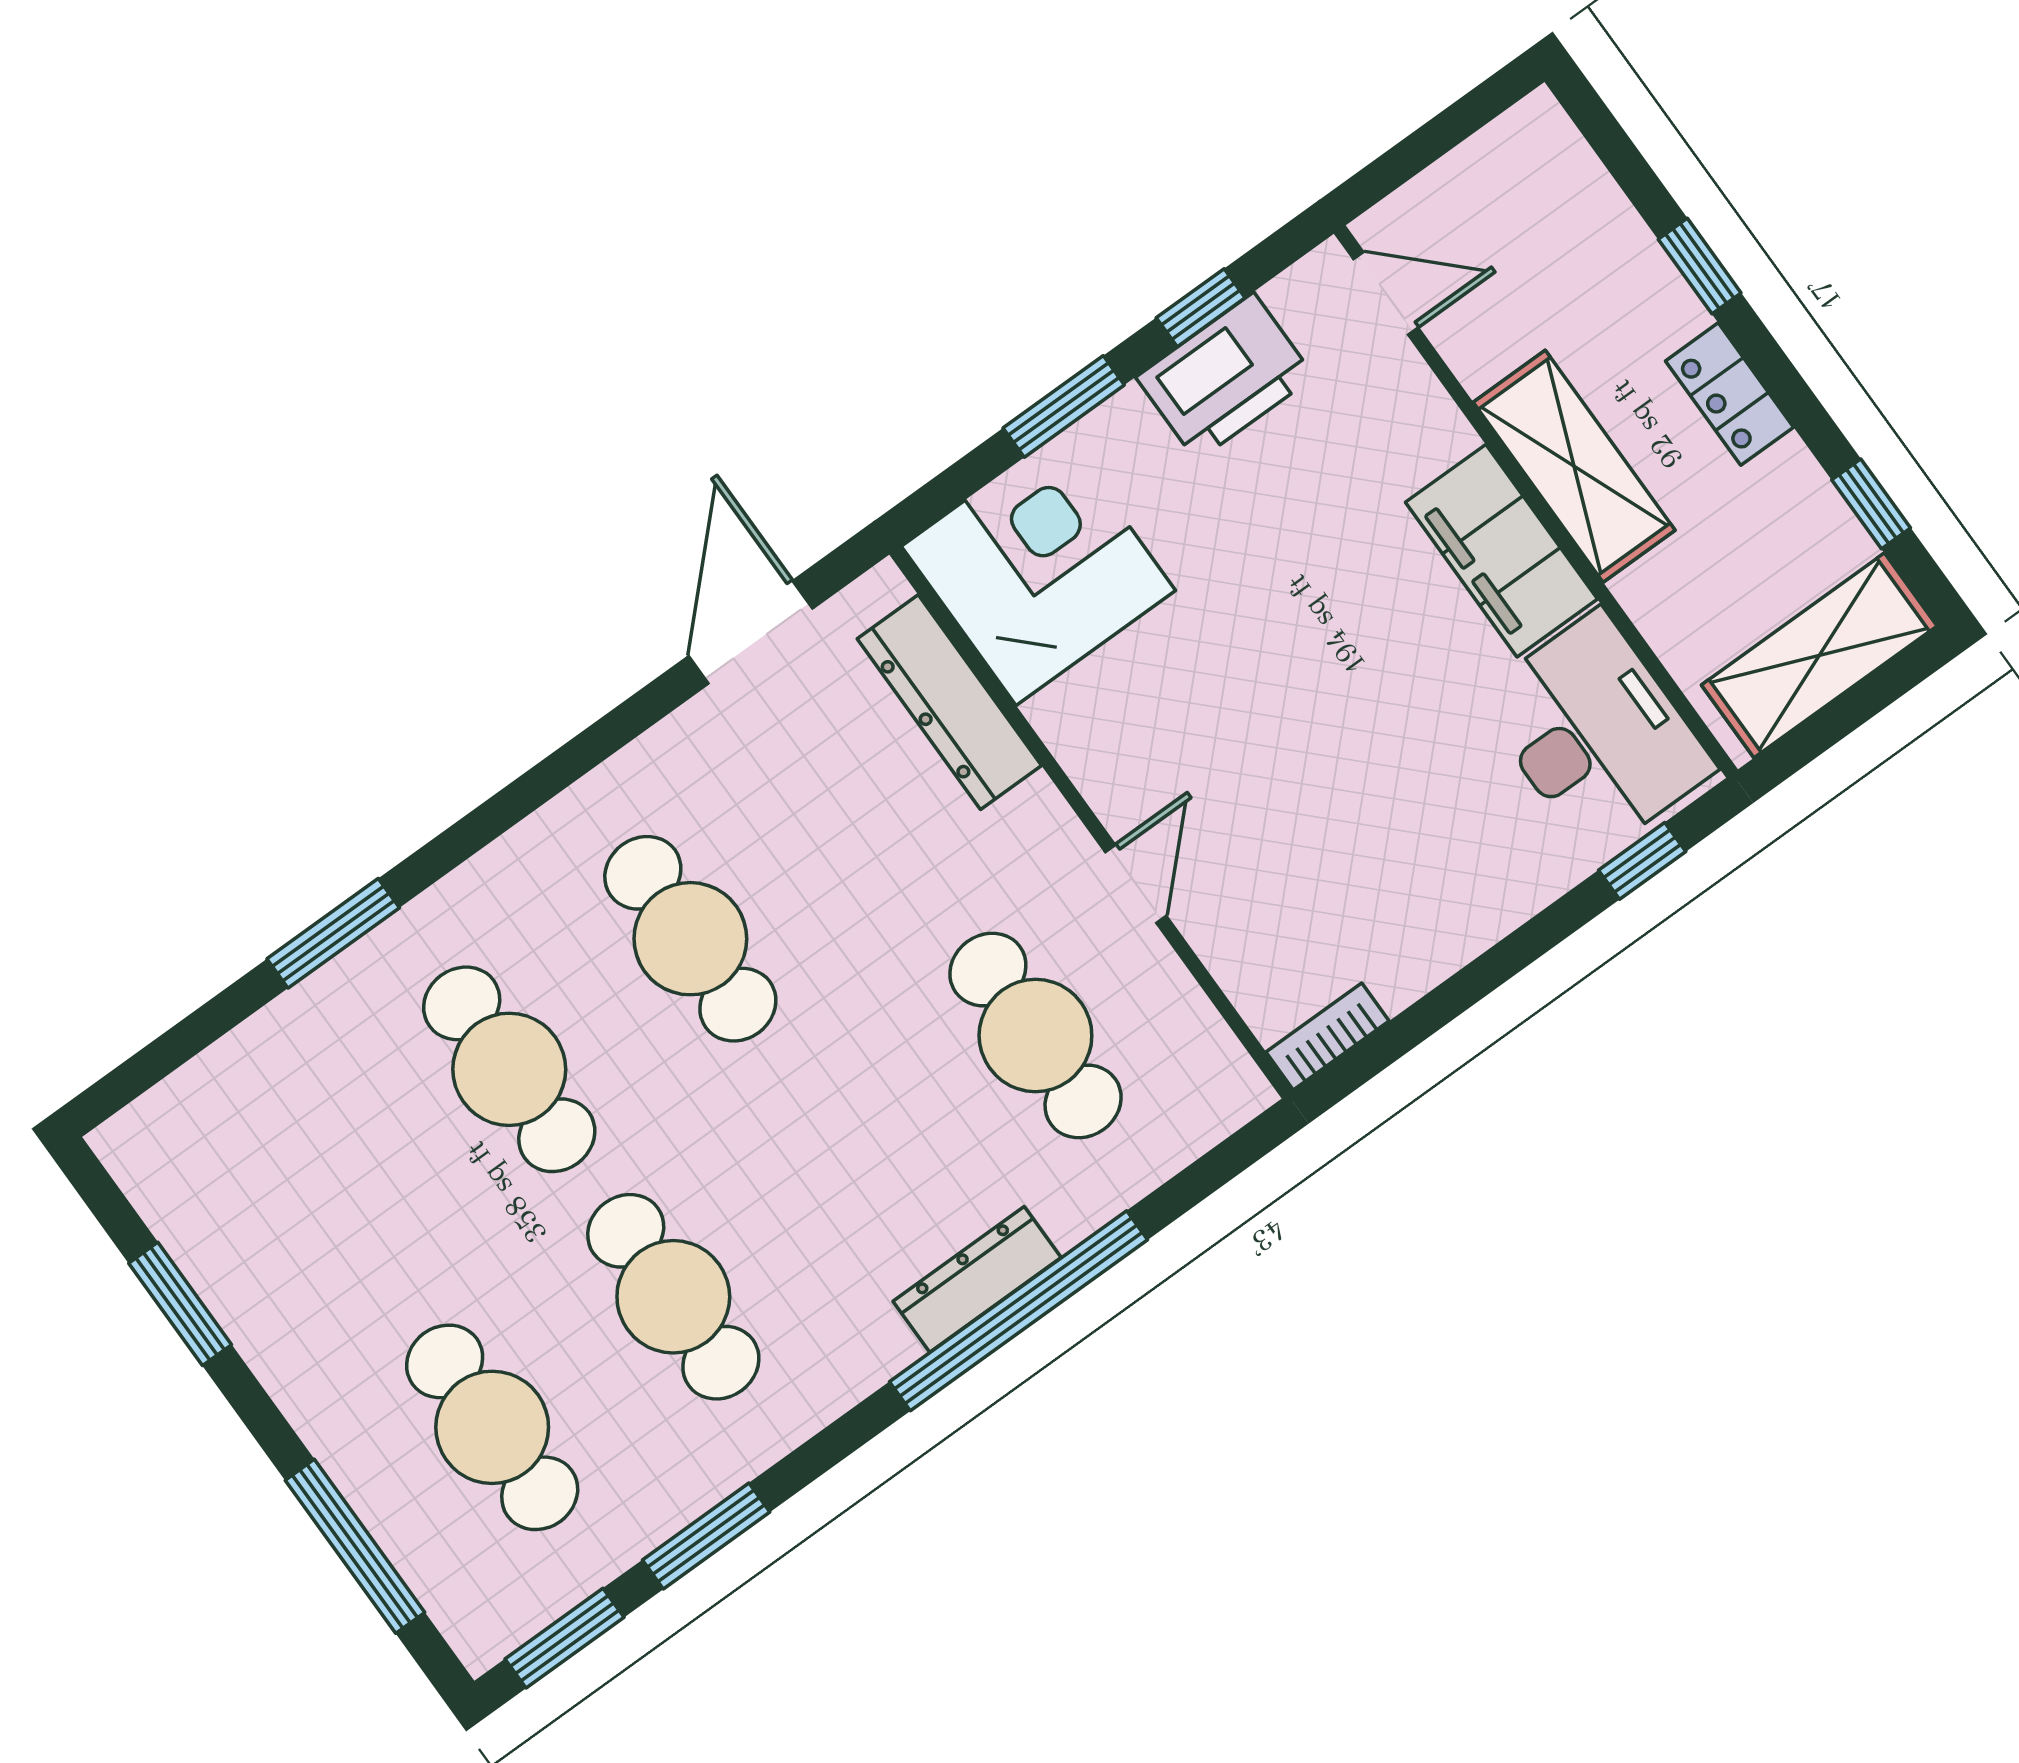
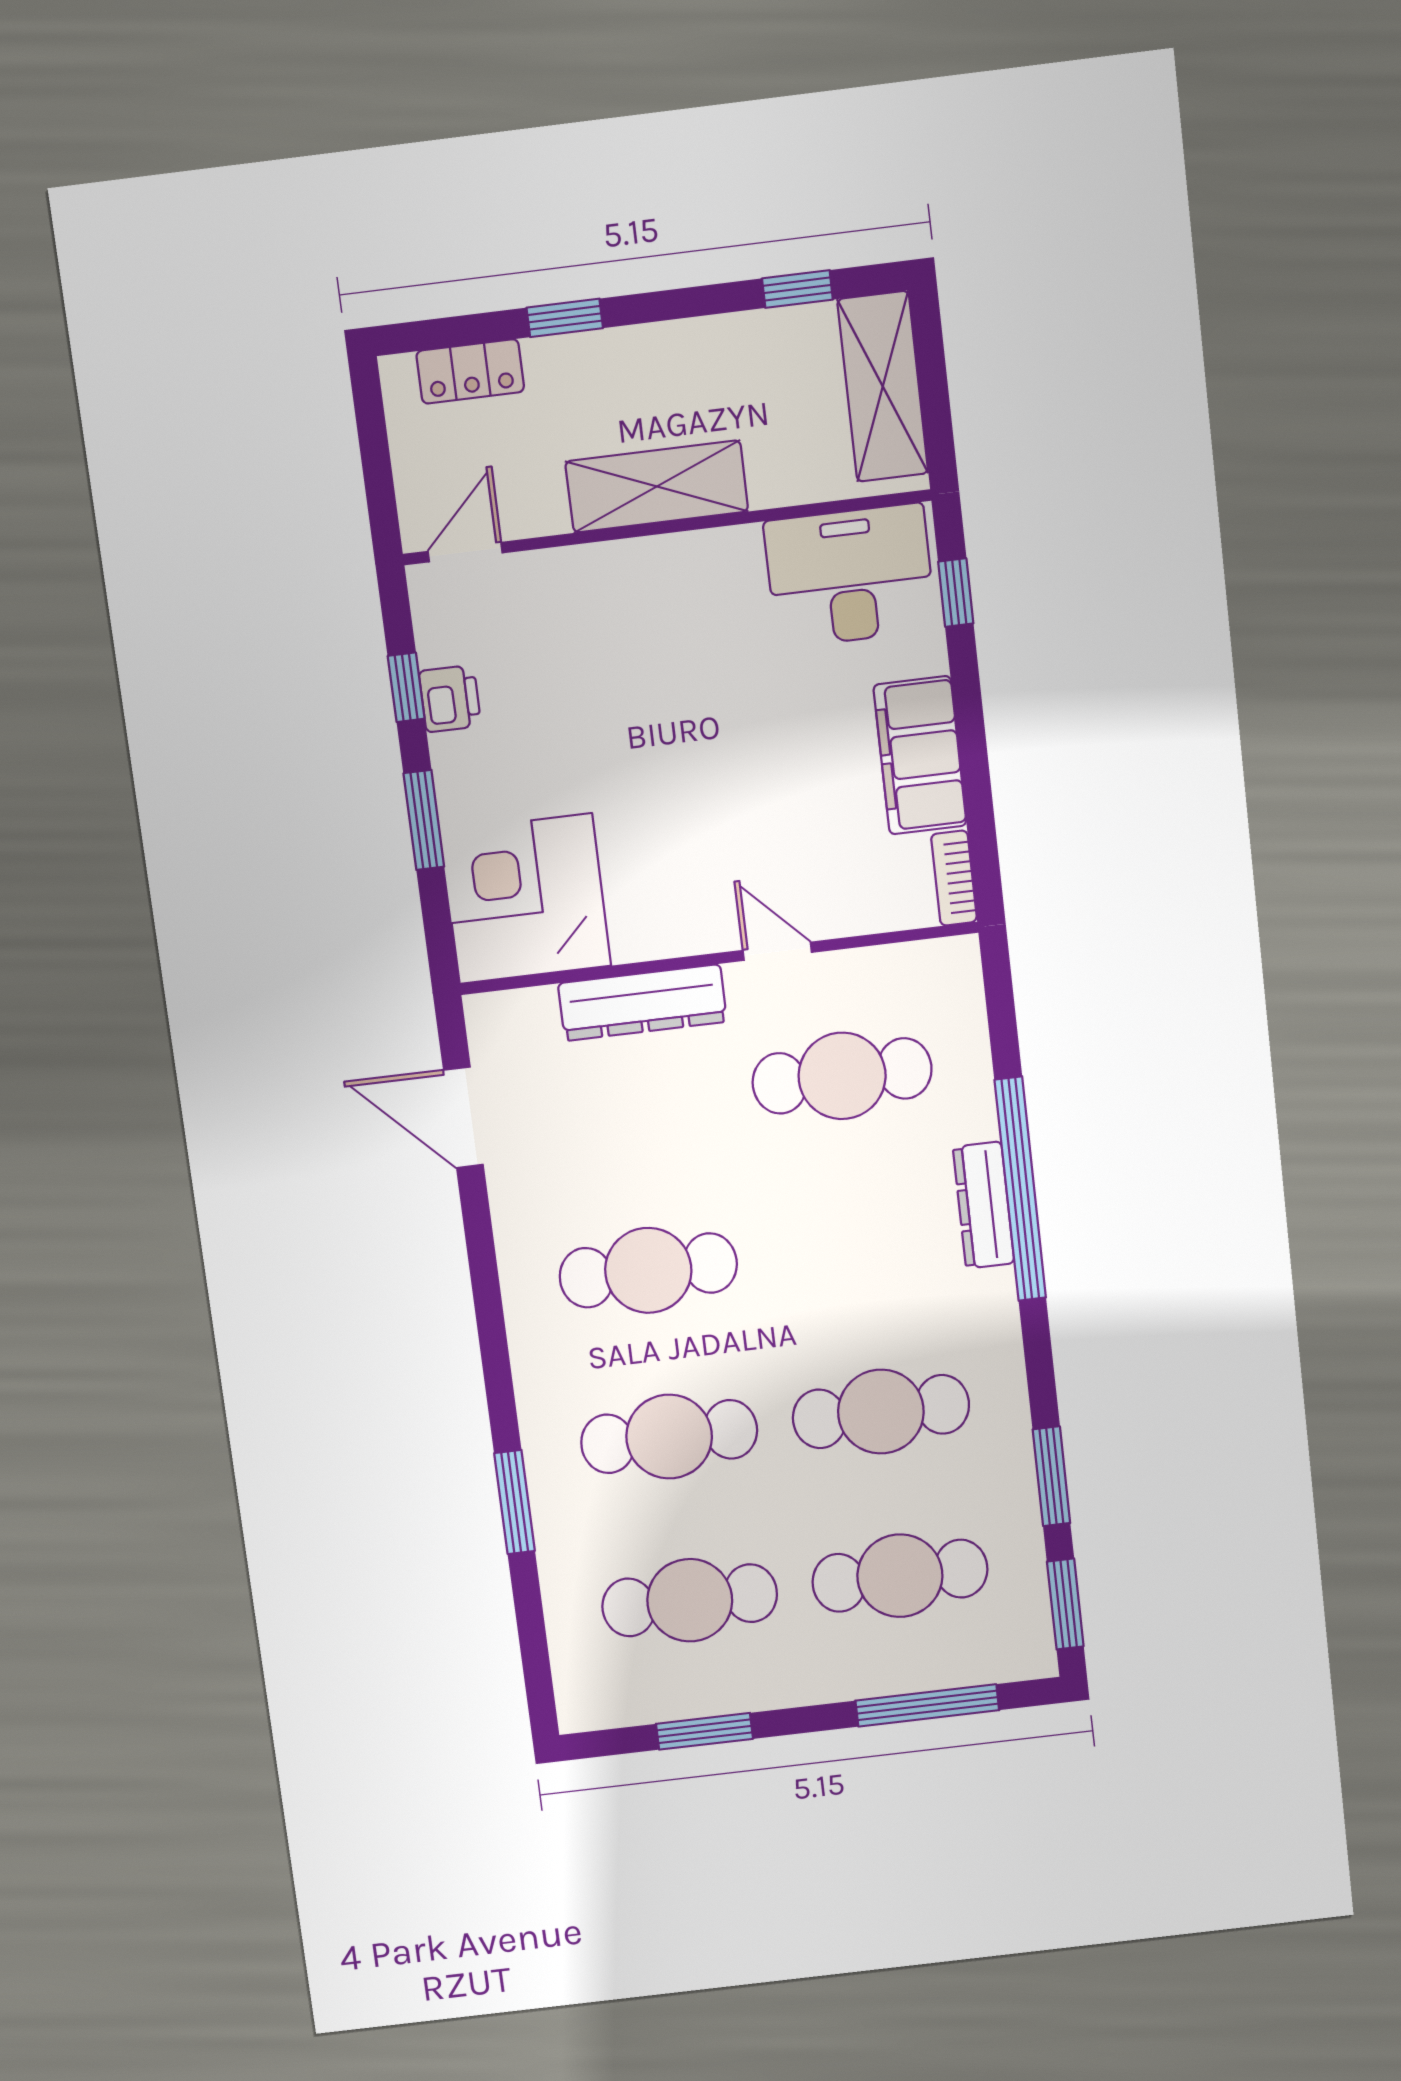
printer: (1225, 377) -> (450, 699), width x0.53, depth x0.68
locker: (1730, 394) -> (470, 371), moved
filing cabinet: (1501, 551) -> (920, 755), moved, turned 90
dresser: (949, 702) -> (642, 1003), moved
cafe table: (328, 1200) -> (690, 1600), added

